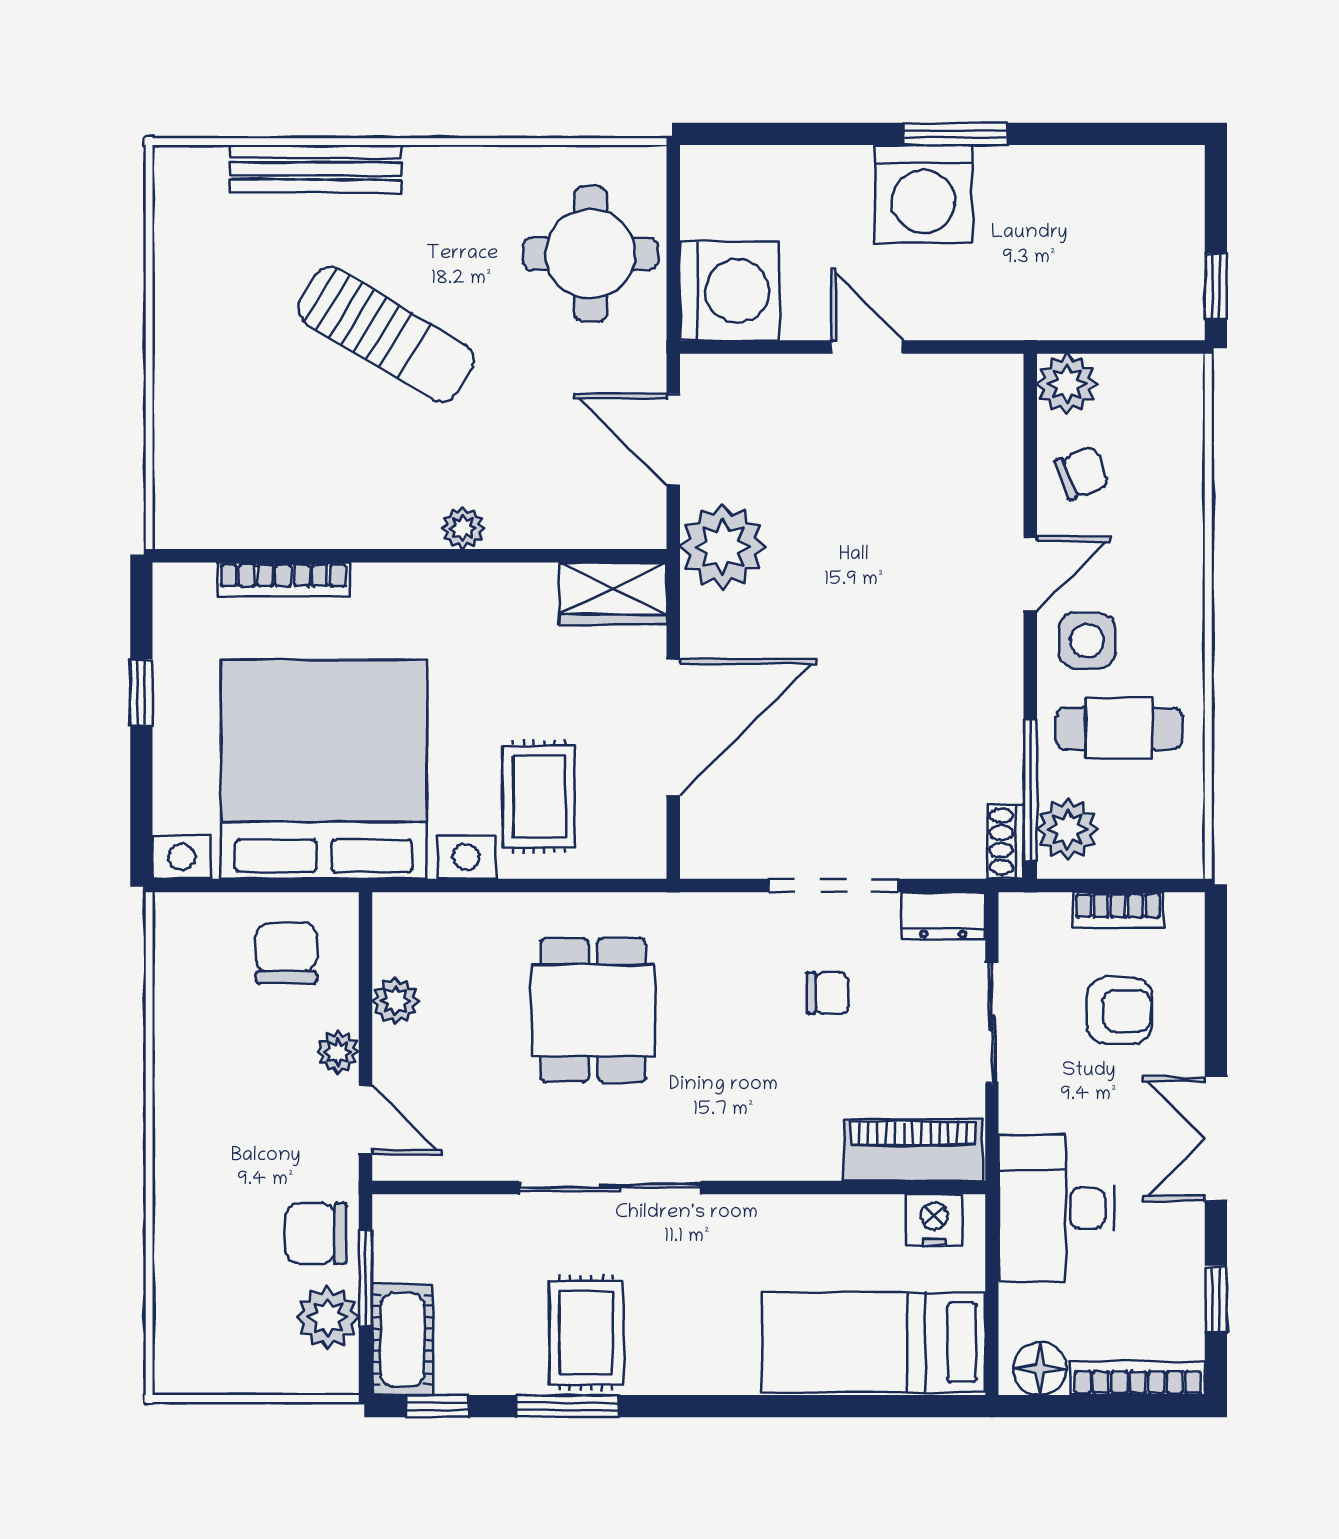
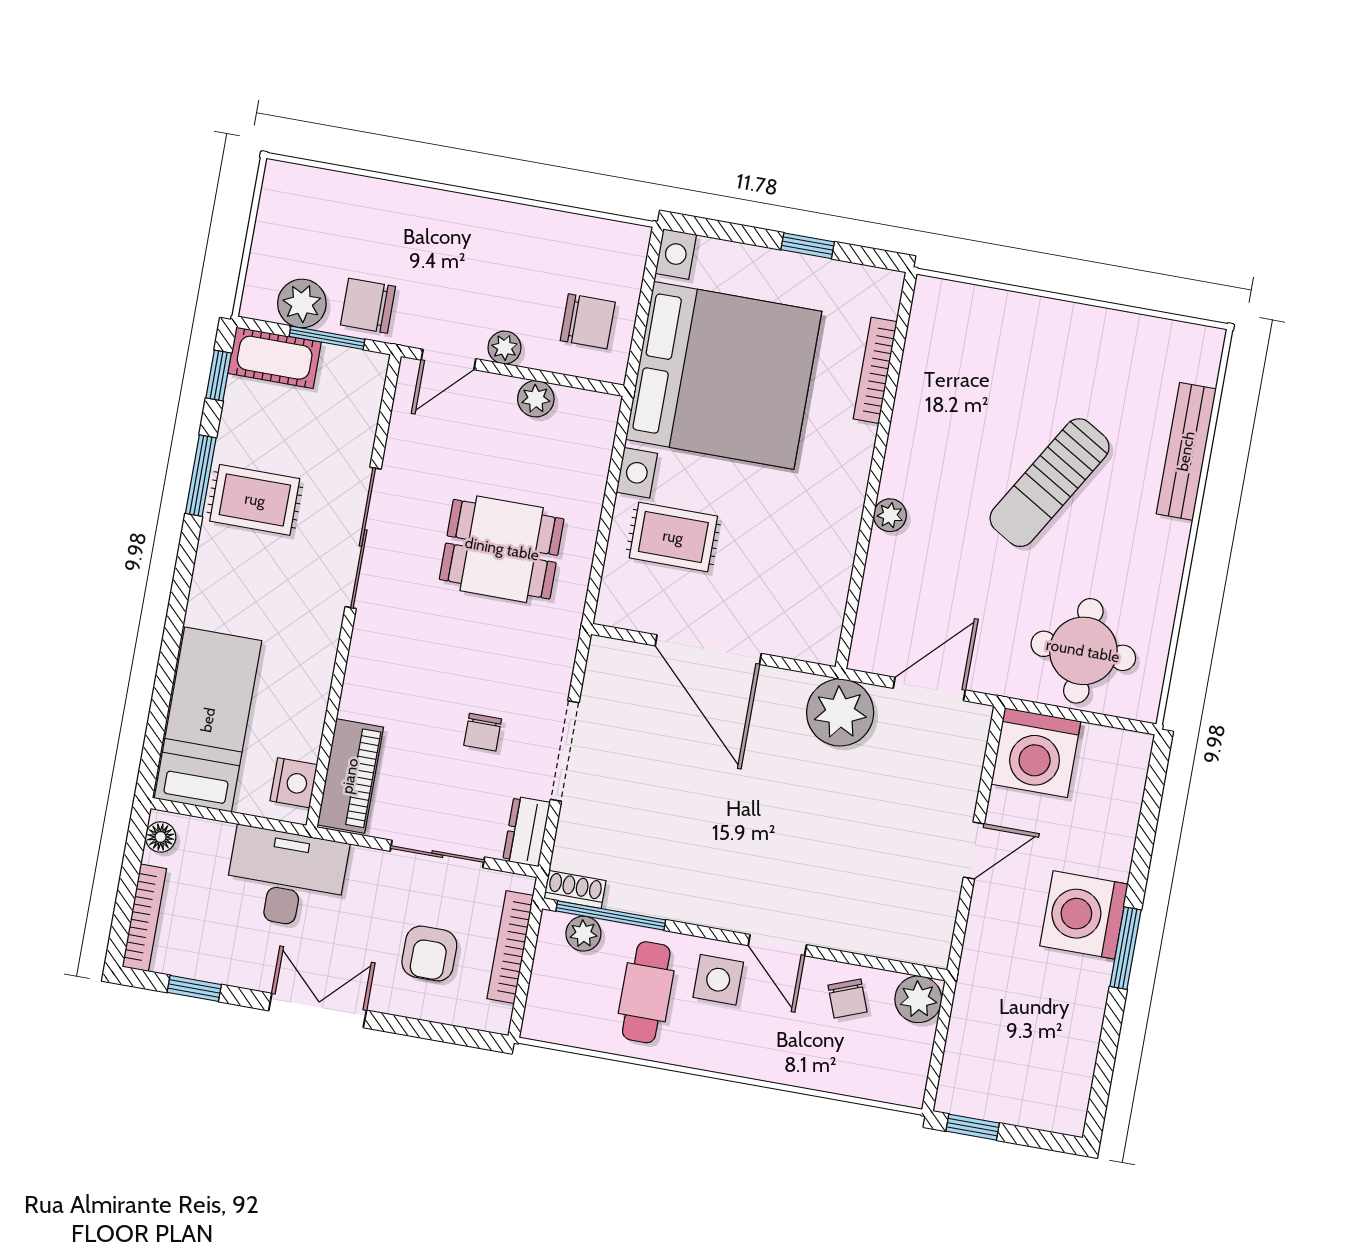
wardrobe: (613, 594) -> (819, 622), removed
plant: (1068, 829) -> (583, 934), width x0.73, depth x0.73
bookcase: (1118, 910) -> (510, 947), width x1.56
chair: (316, 1233) -> (368, 306), turned -90
floor lamp: (1040, 1369) -> (161, 837), width x0.73, depth x0.73

